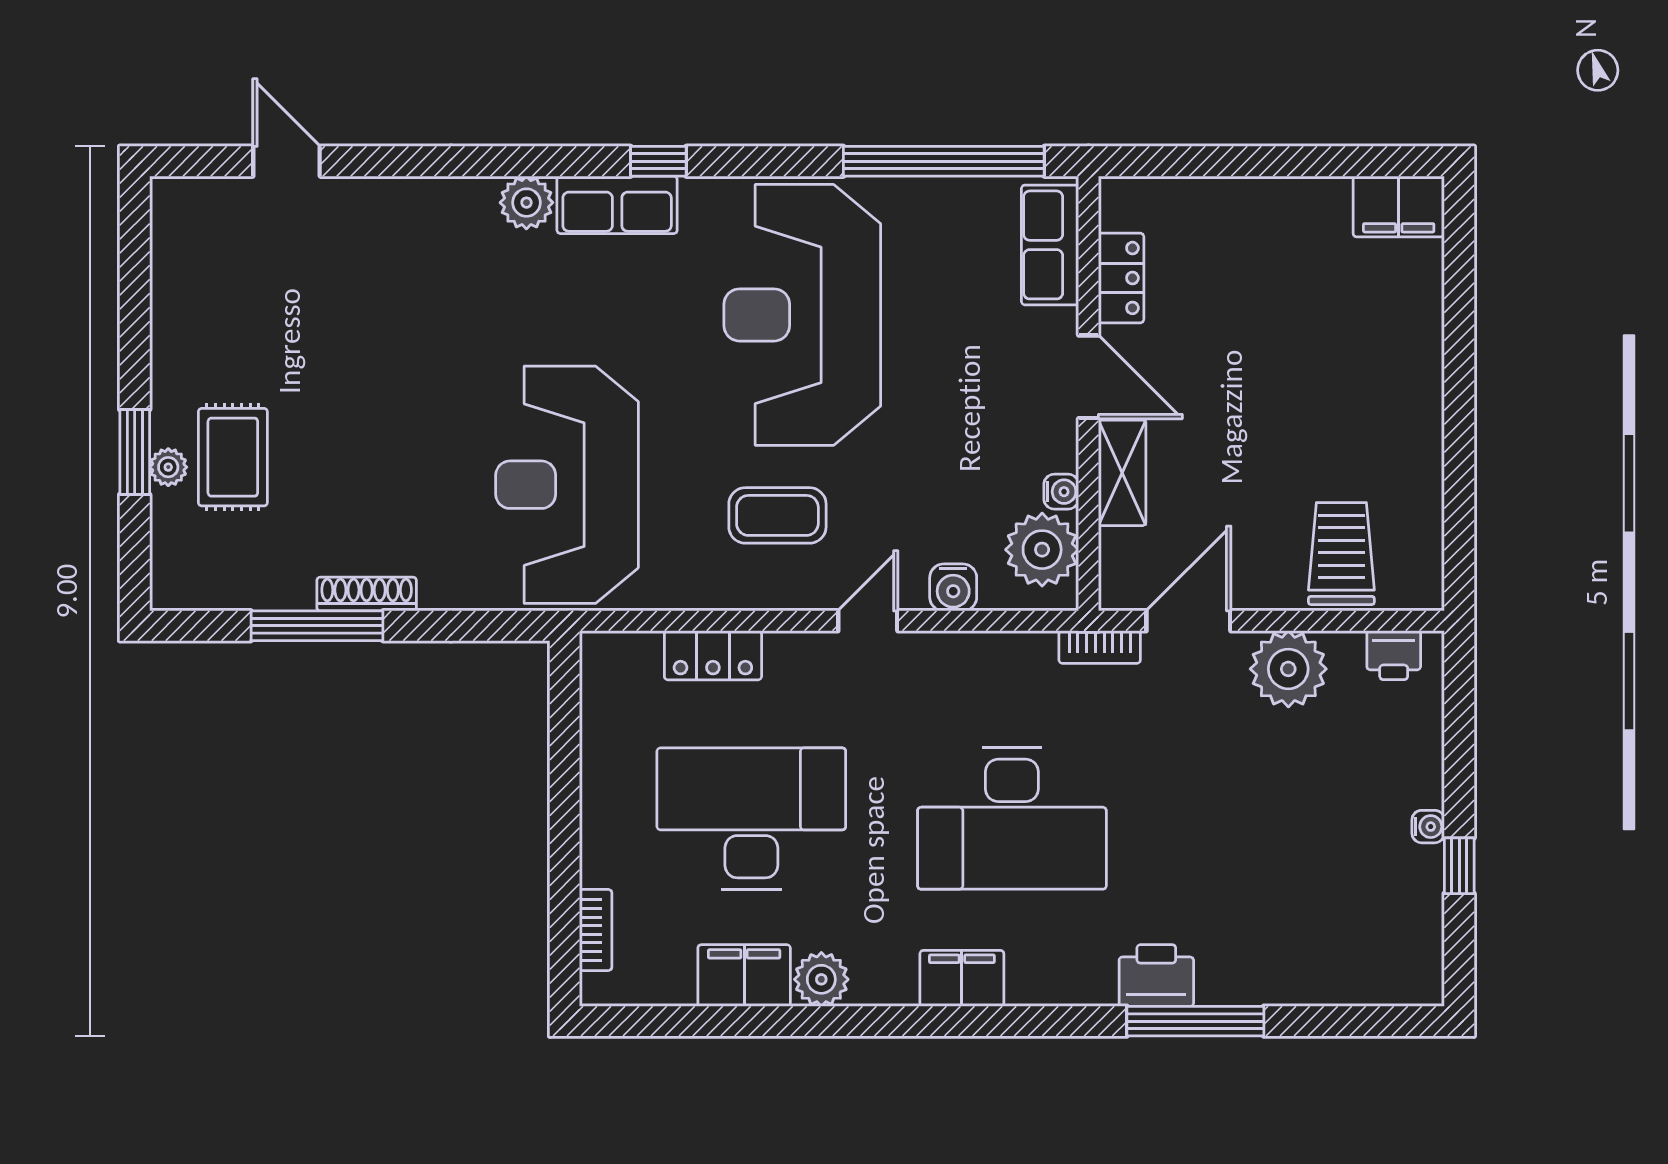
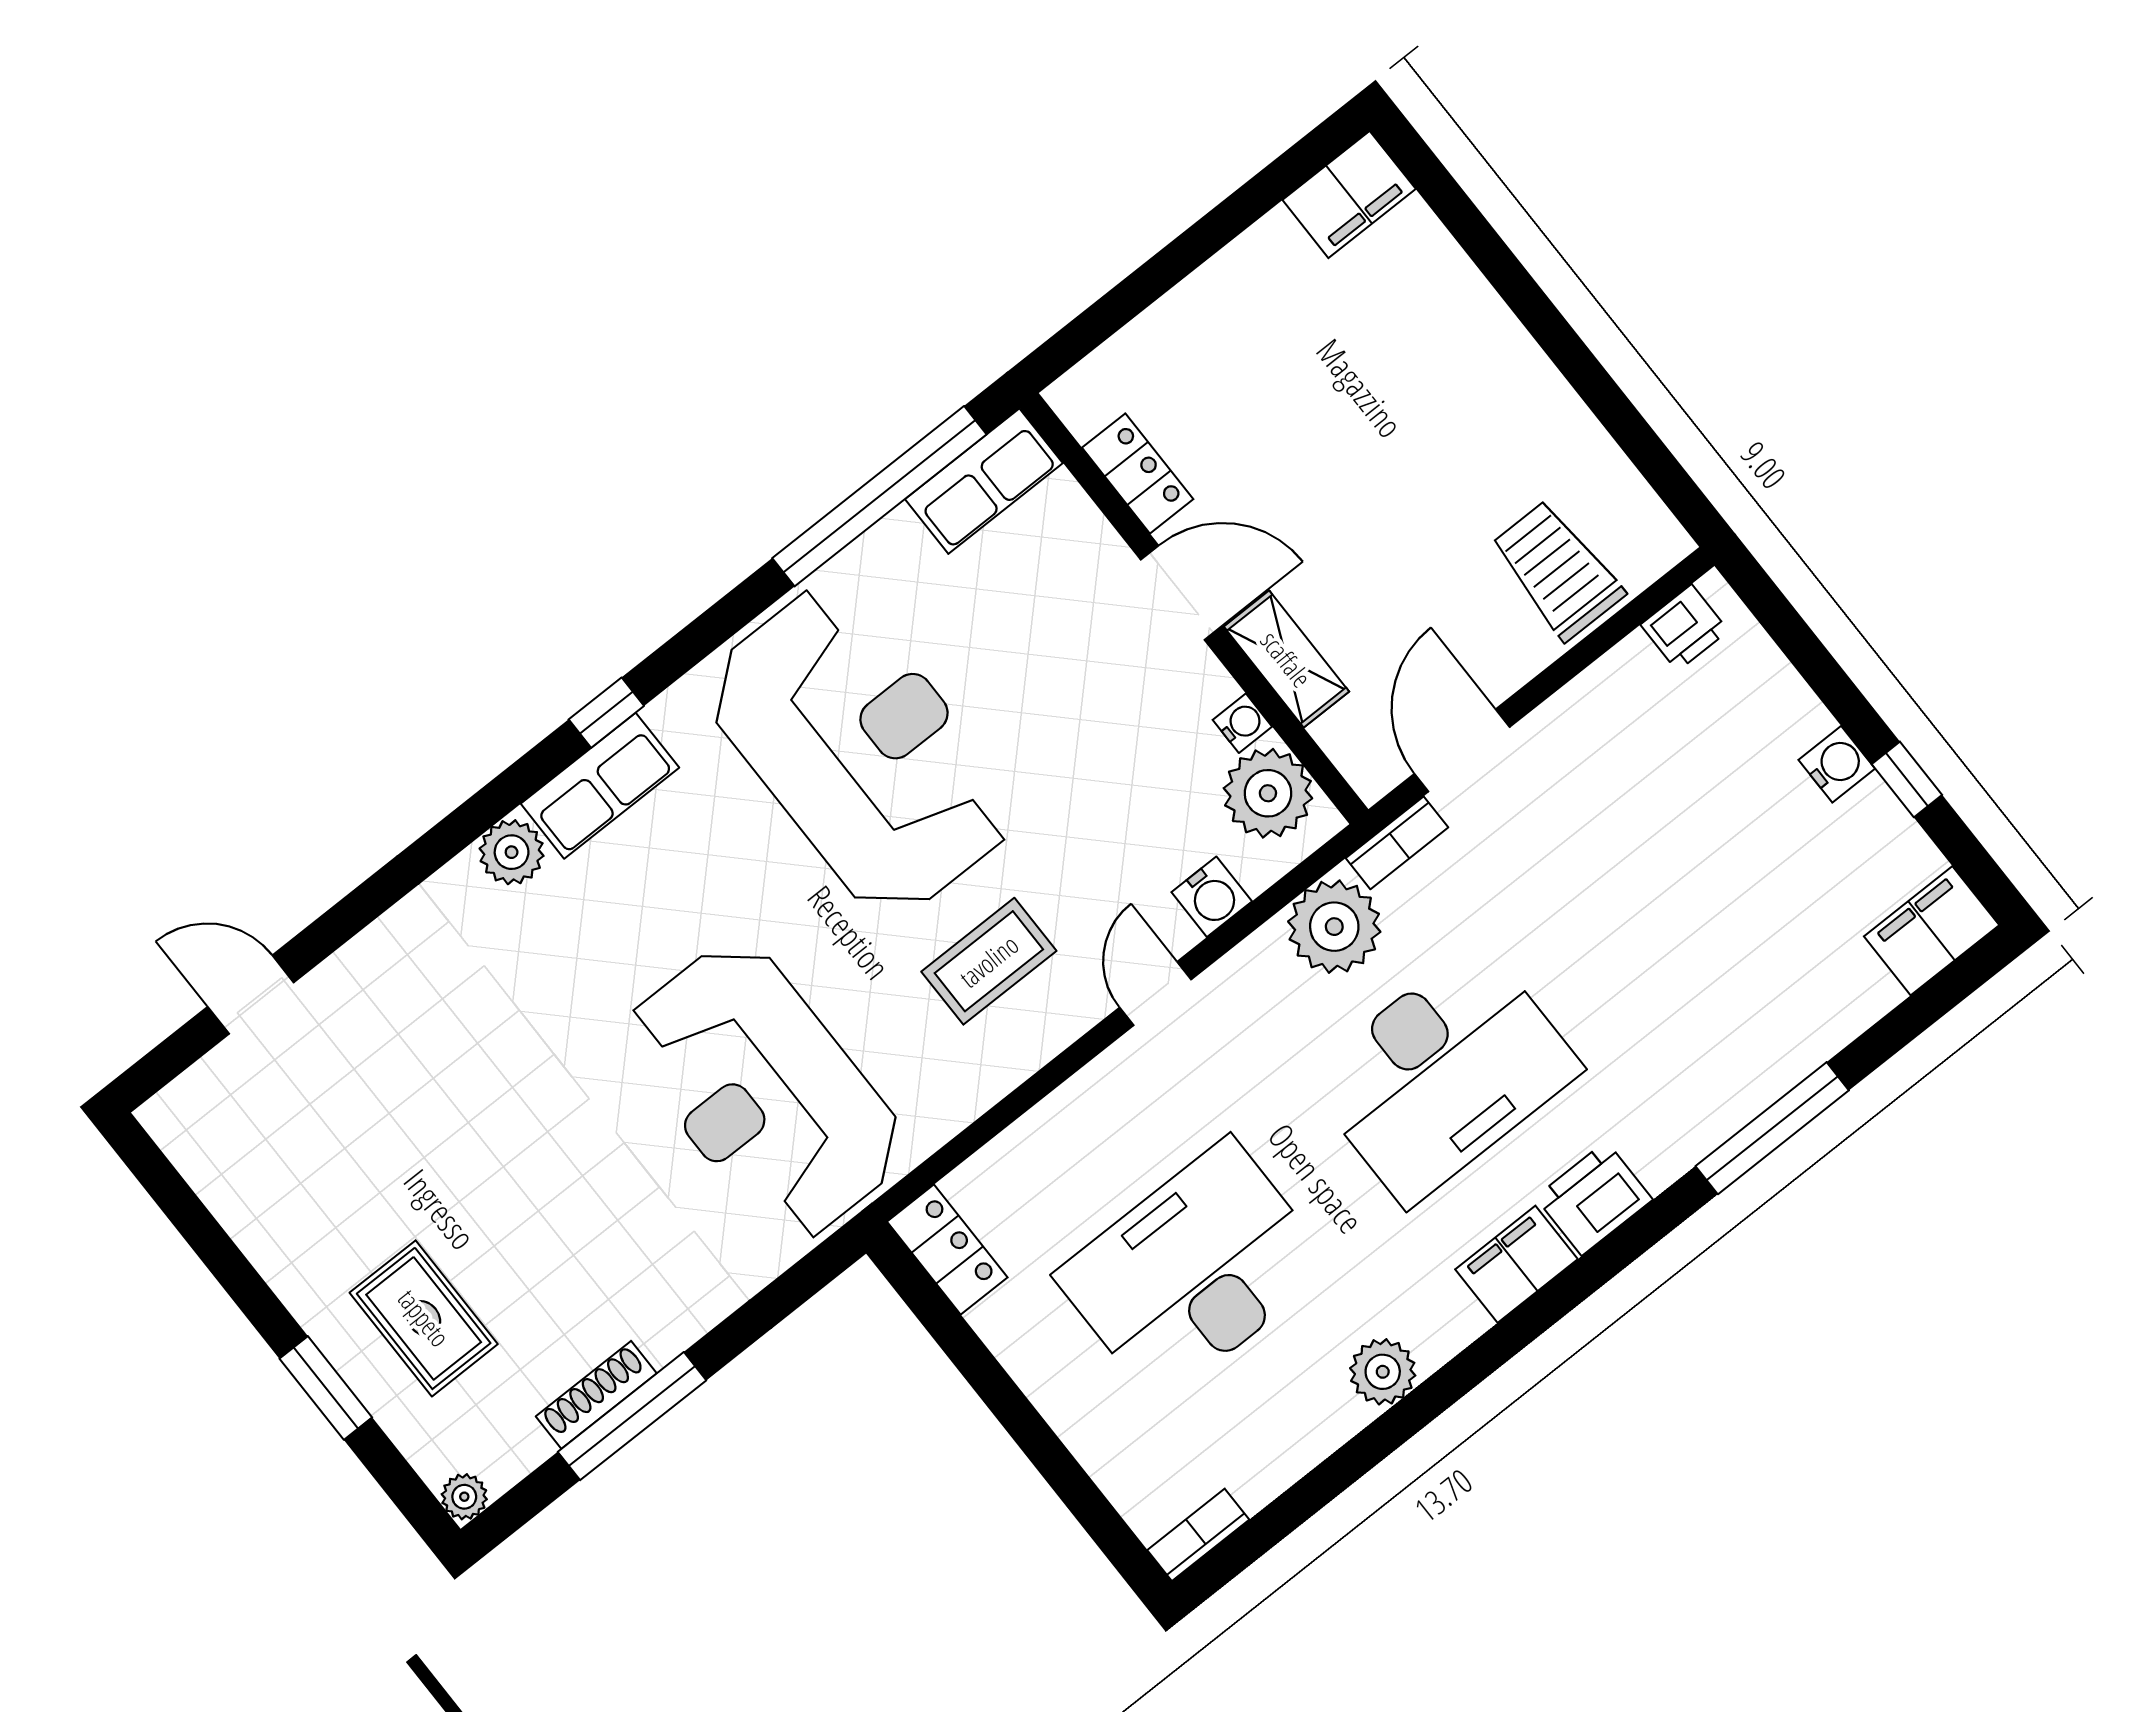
row of seats: (1050, 245) -> (984, 481), moved, turned -90
reception desk: (802, 315) -> (861, 751), turned 180
plant: (168, 467) -> (464, 1497), moved
shoe rack: (367, 594) -> (596, 1395), moved
locker: (713, 655) -> (947, 1250), moved, turned -90
plant: (1288, 669) -> (1334, 927), moved
water cooler: (1428, 827) -> (1837, 764), width x1.38, depth x1.38
bookcase: (596, 930) -> (1198, 1535), moved, turned -90
filing cabinet: (744, 975) -> (1932, 931), moved
printer: (1156, 975) -> (1594, 1198), moved

